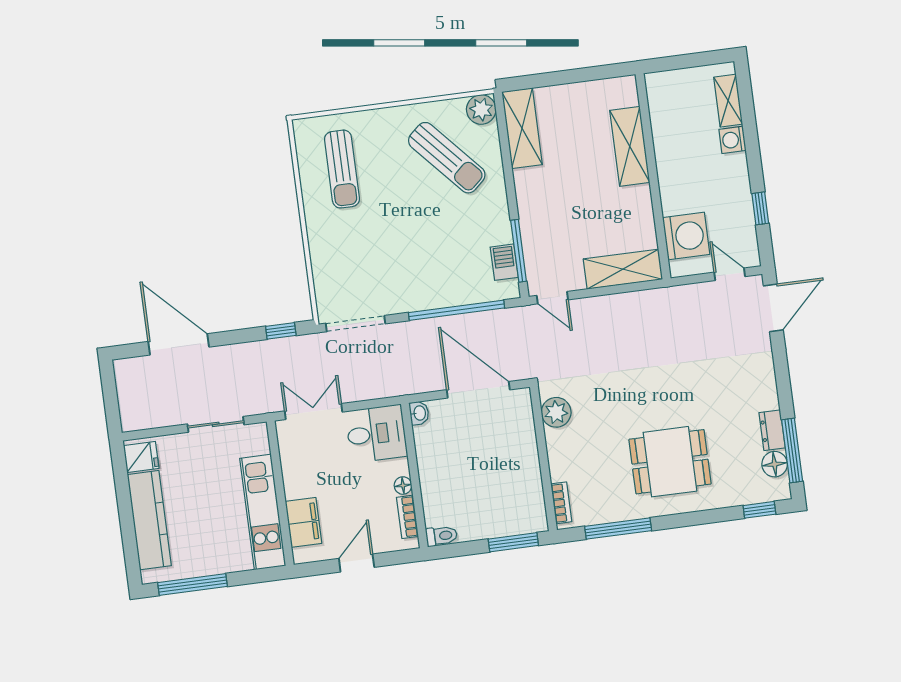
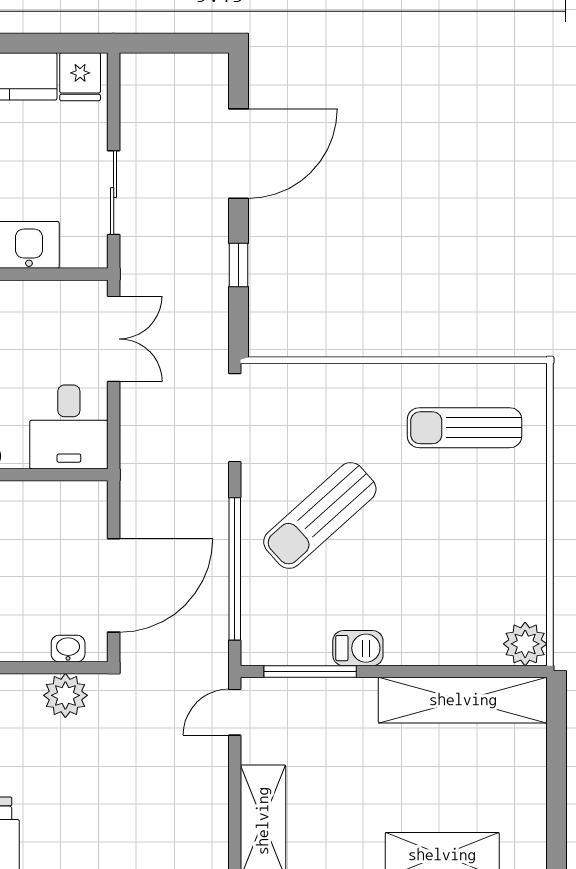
shelving: (522, 128) -> (463, 700), width x1.47
sun lounger: (447, 158) -> (320, 516), moved
barbecue: (504, 262) -> (358, 648), moved
window: (281, 331) -> (239, 265), moved
washbasin: (419, 413) -> (68, 649), moved, turned 180

